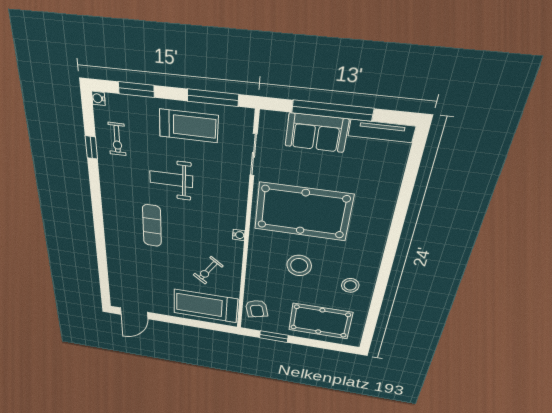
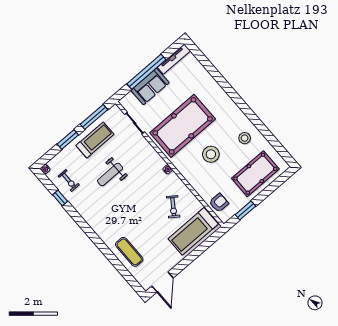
window: (136, 90) -> (68, 139), moved
exercise mat: (152, 226) -> (129, 252), moved
armchair: (256, 309) -> (219, 203), turned -75

